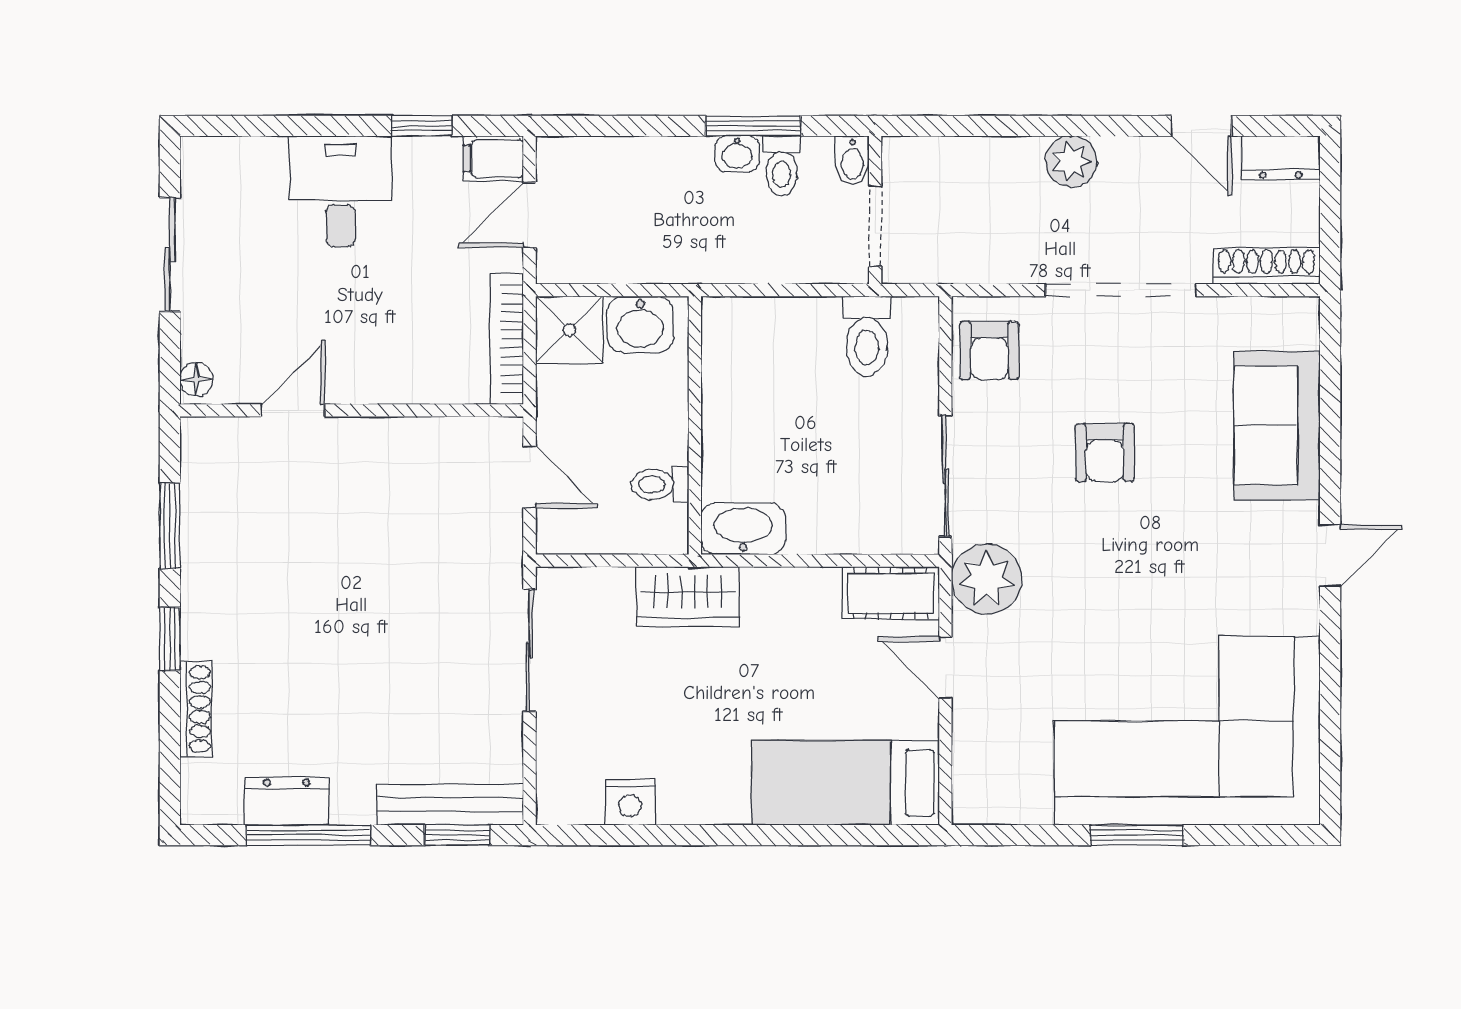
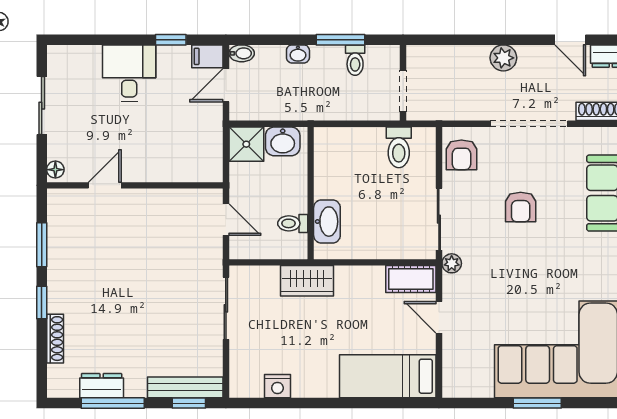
washbasin: (737, 154) -> (298, 54), moved
bidet: (852, 160) -> (242, 53), moved, turned -90
bookcase: (507, 339) -> (214, 149), removed
washbasin: (743, 529) -> (327, 222), moved, turned 90
plant: (987, 579) -> (452, 263), width x0.53, depth x0.53

